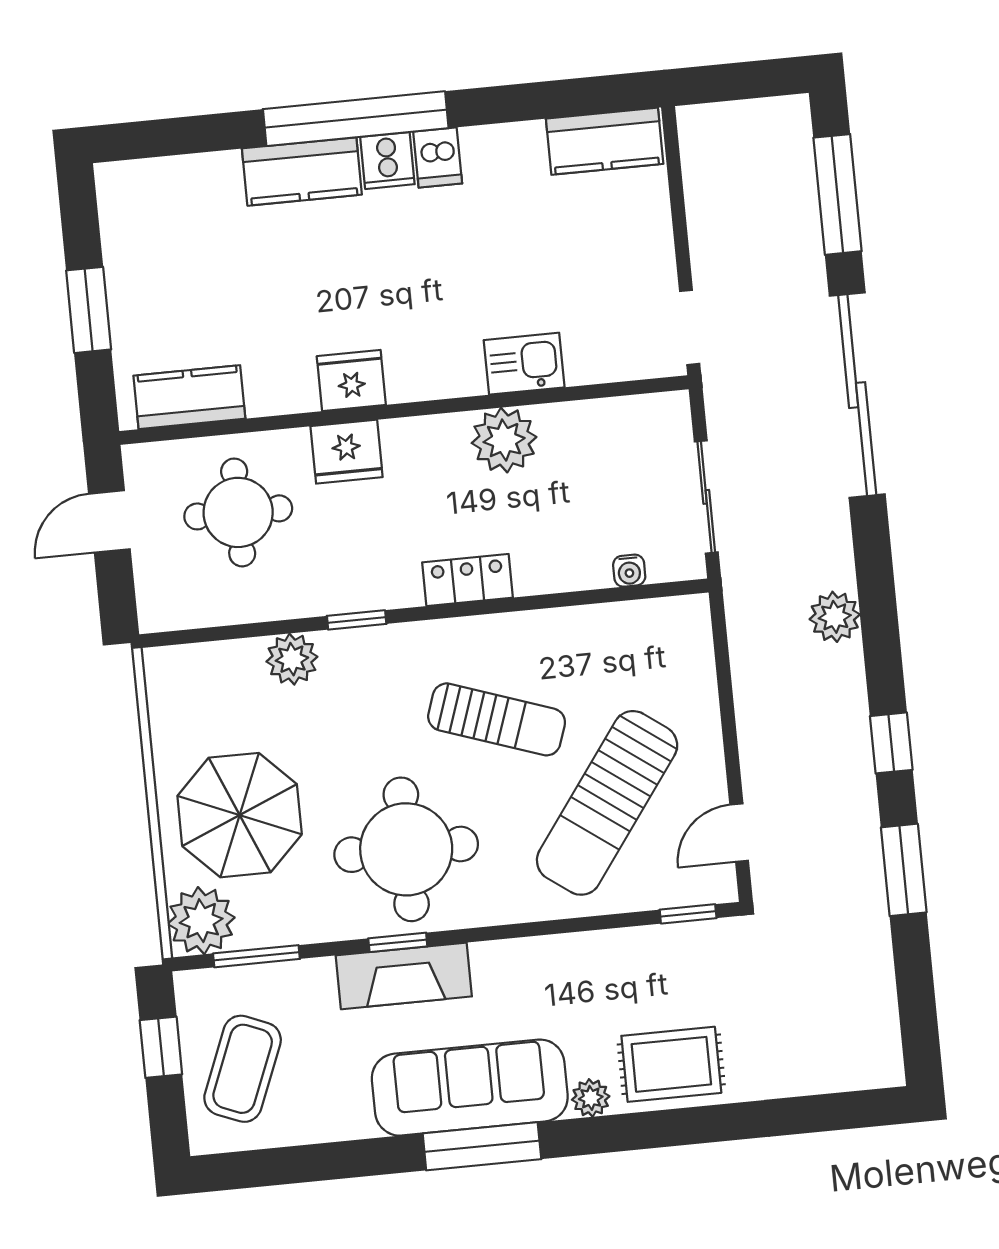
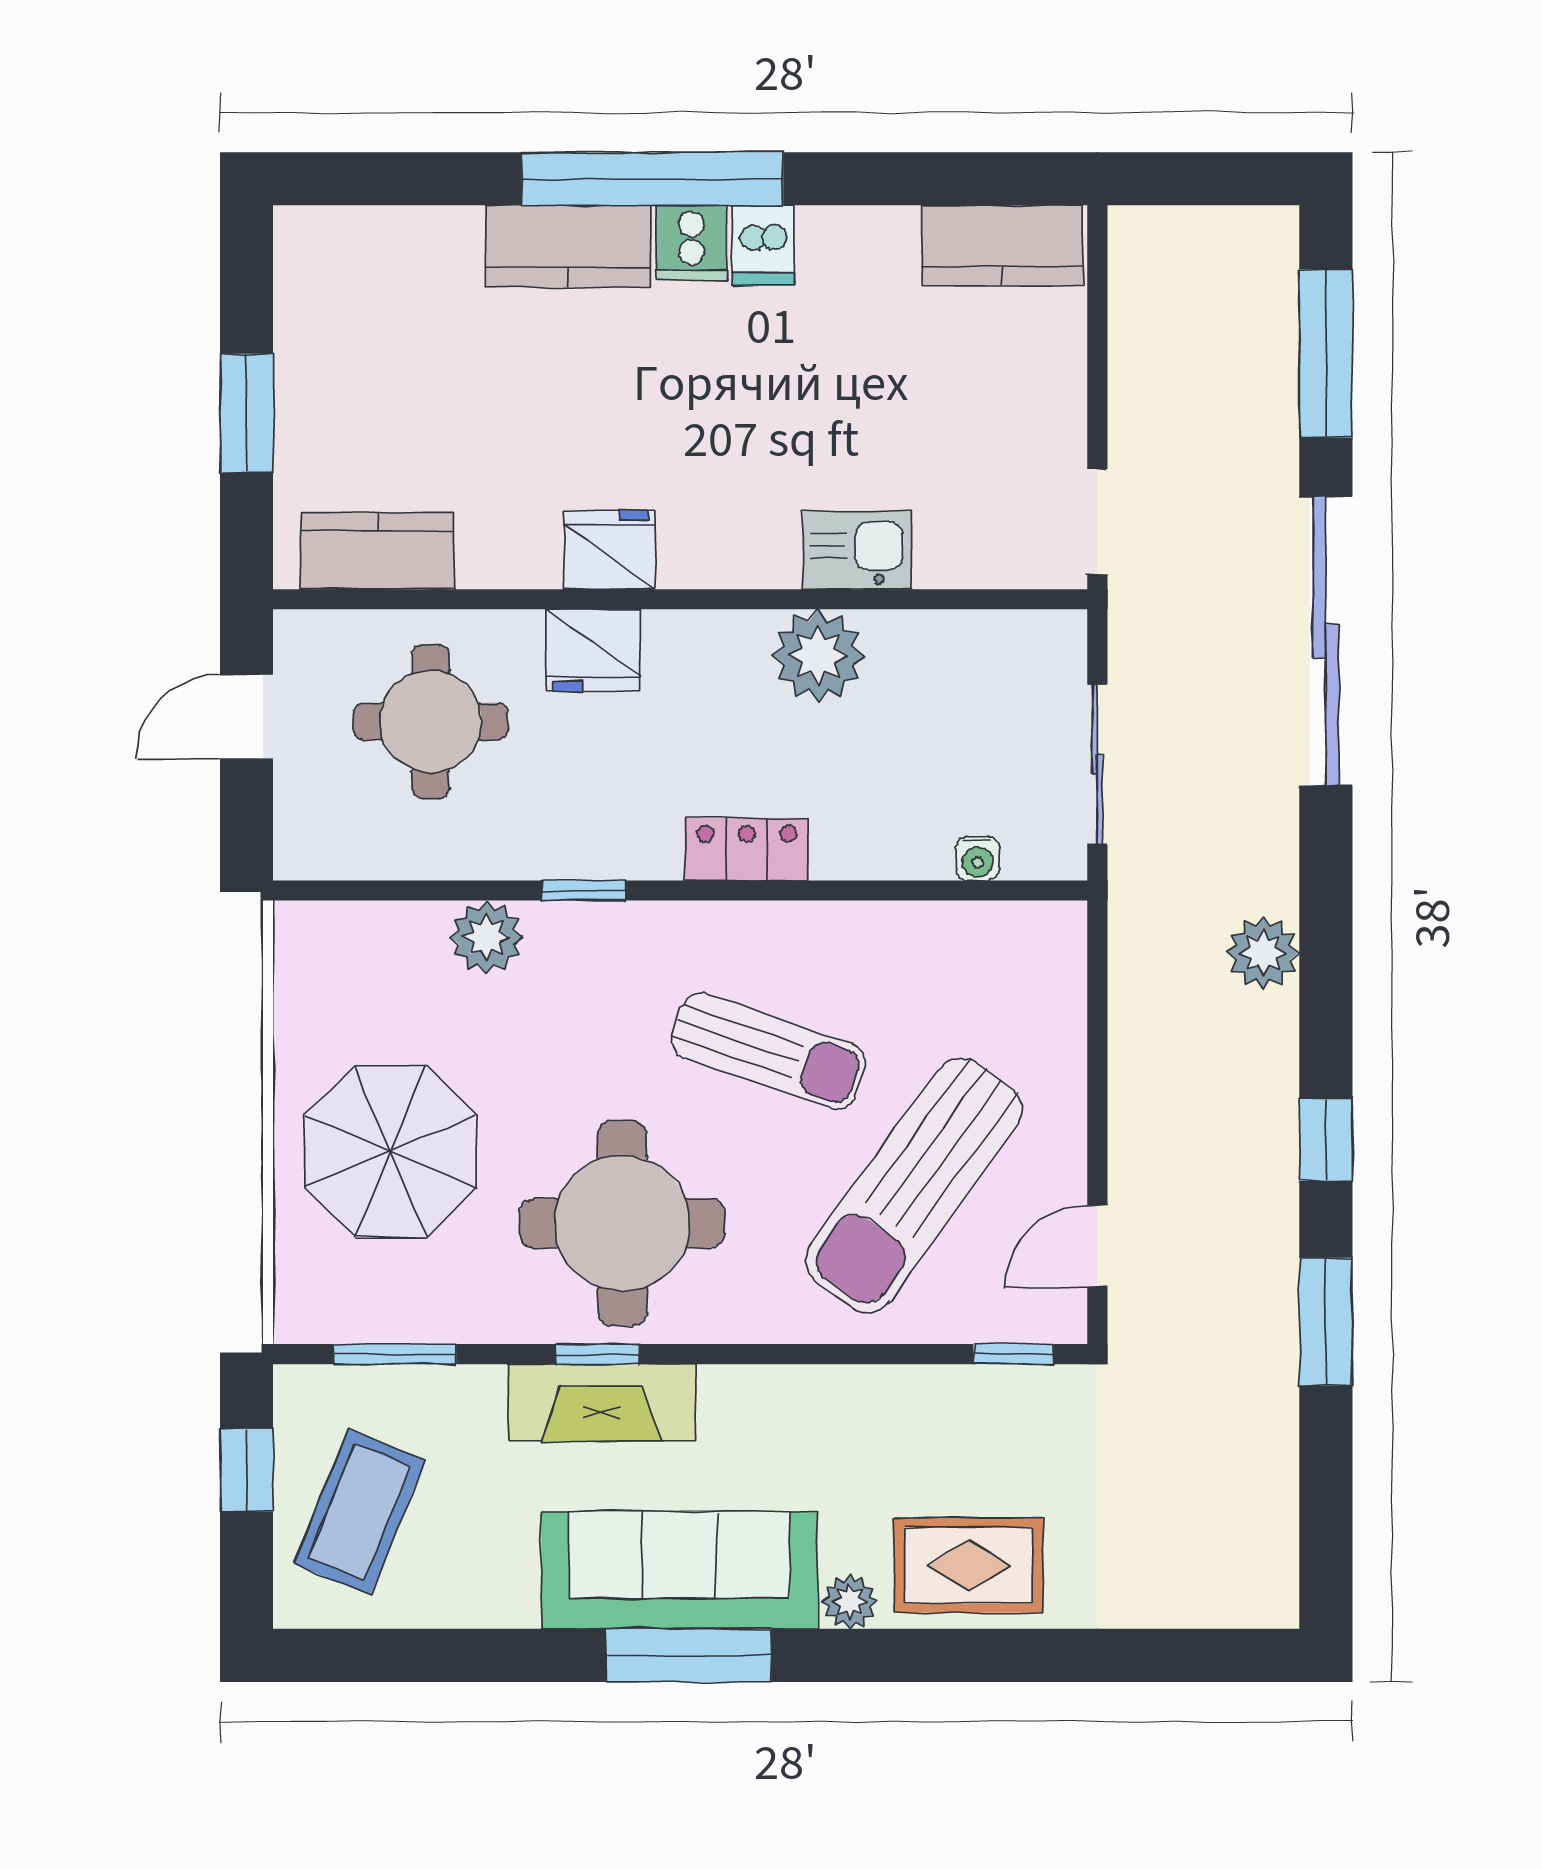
plant: (201, 921) -> (321, 1296), removed

